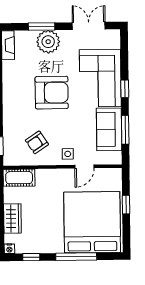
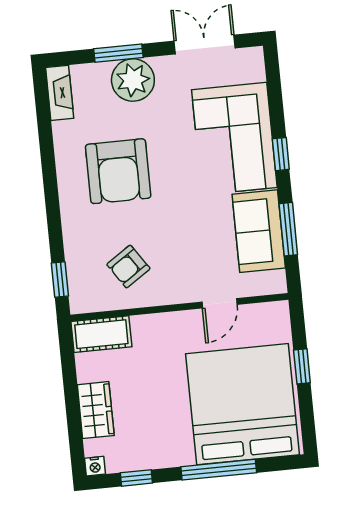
armchair: (52, 93) -> (118, 171), moved, turned 90
side table: (68, 154) -> (187, 283), removed

